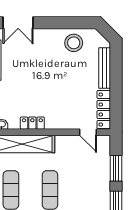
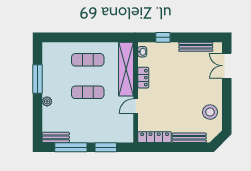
door: (88, 132) -> (136, 106), moved

